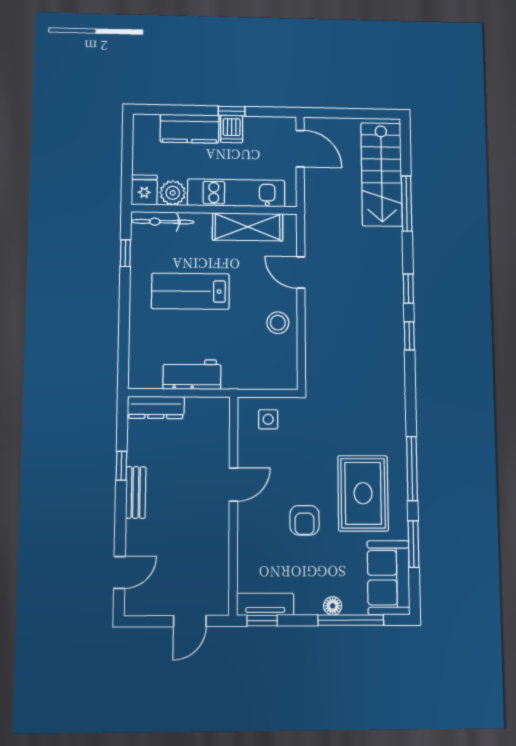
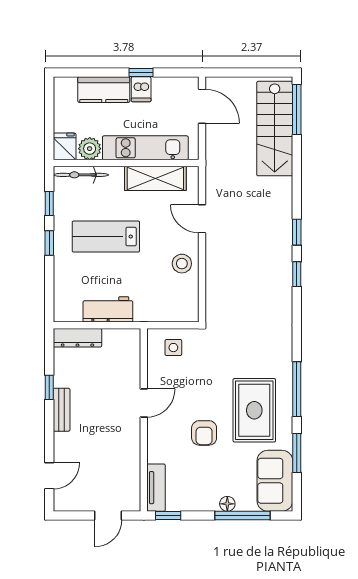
window: (407, 203) -> (297, 109), moved
window: (125, 298) -> (49, 243), added
tv unit: (265, 604) -> (156, 488), moved, turned 90

